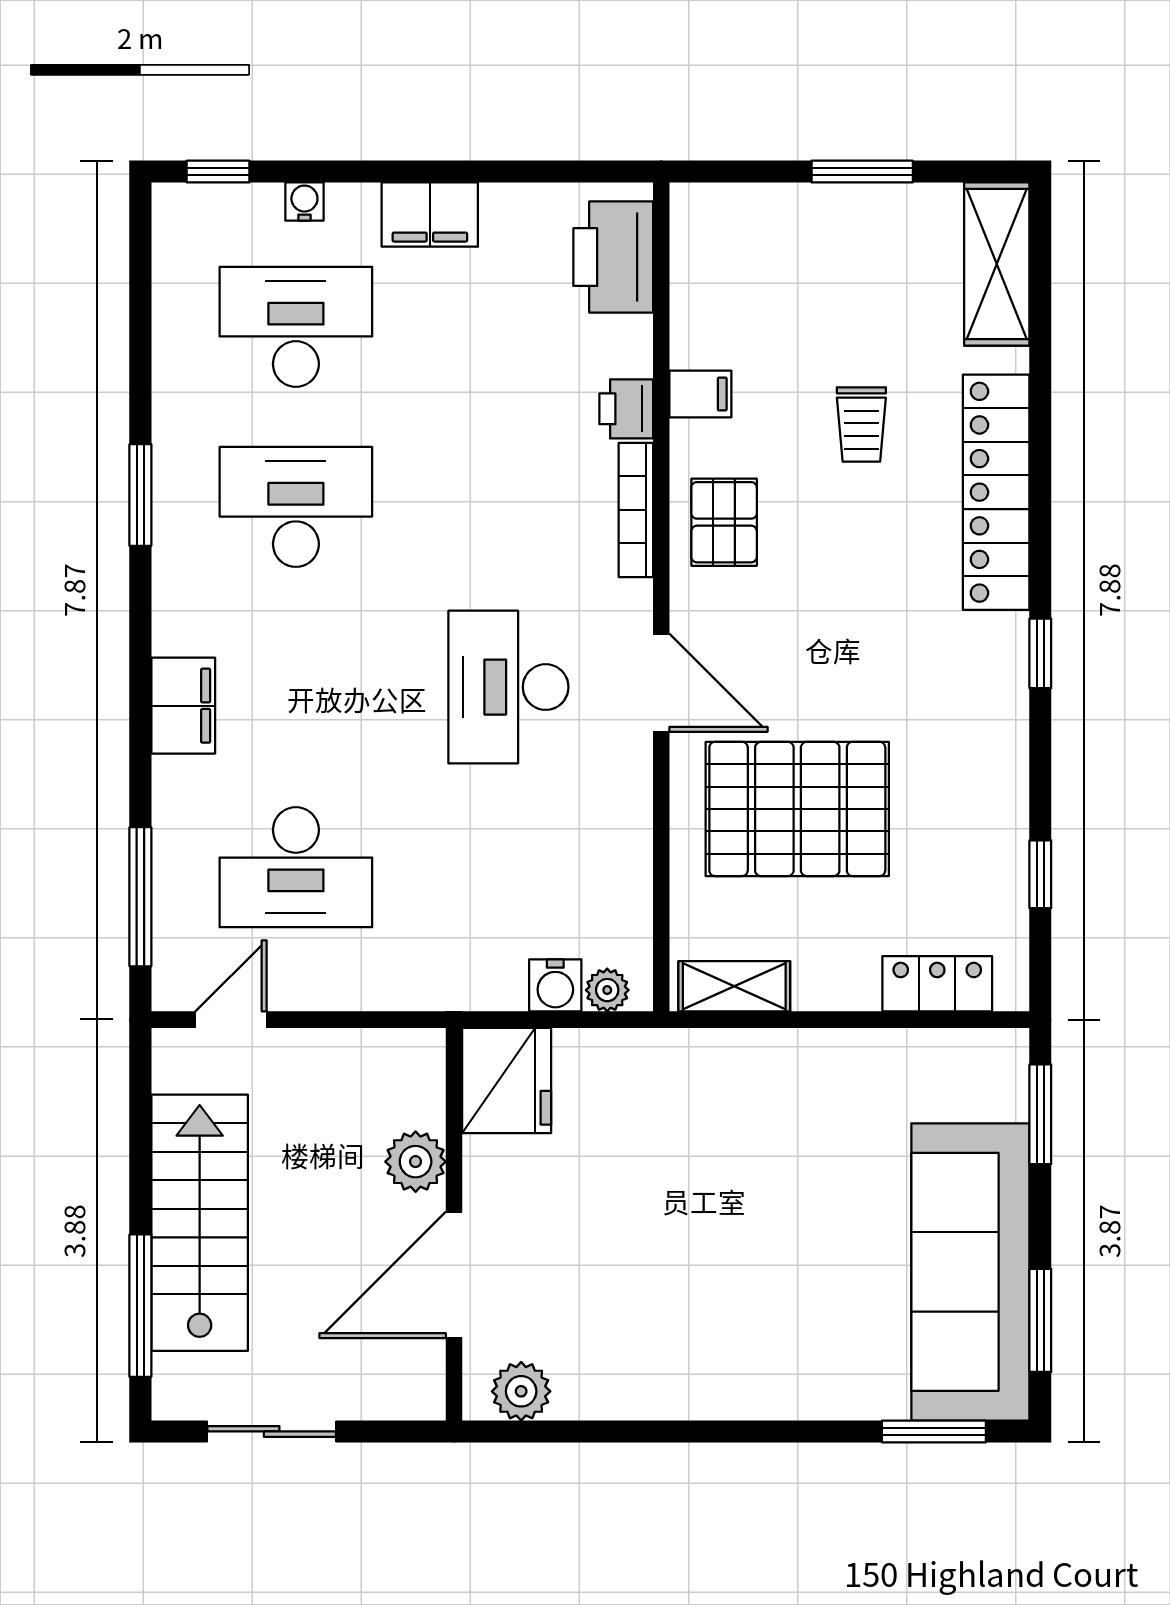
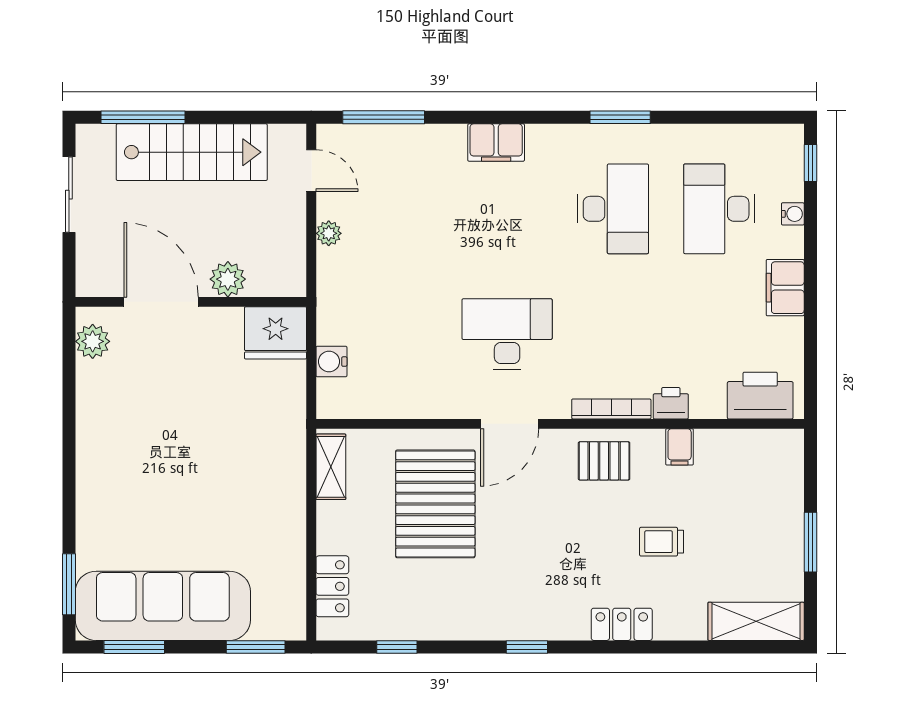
desk: (296, 327) -> (719, 209), turned 180
locker: (996, 492) -> (622, 624), width x0.46, depth x0.83
desk: (296, 867) -> (401, 209), removed
plant: (607, 990) -> (329, 233), moved

